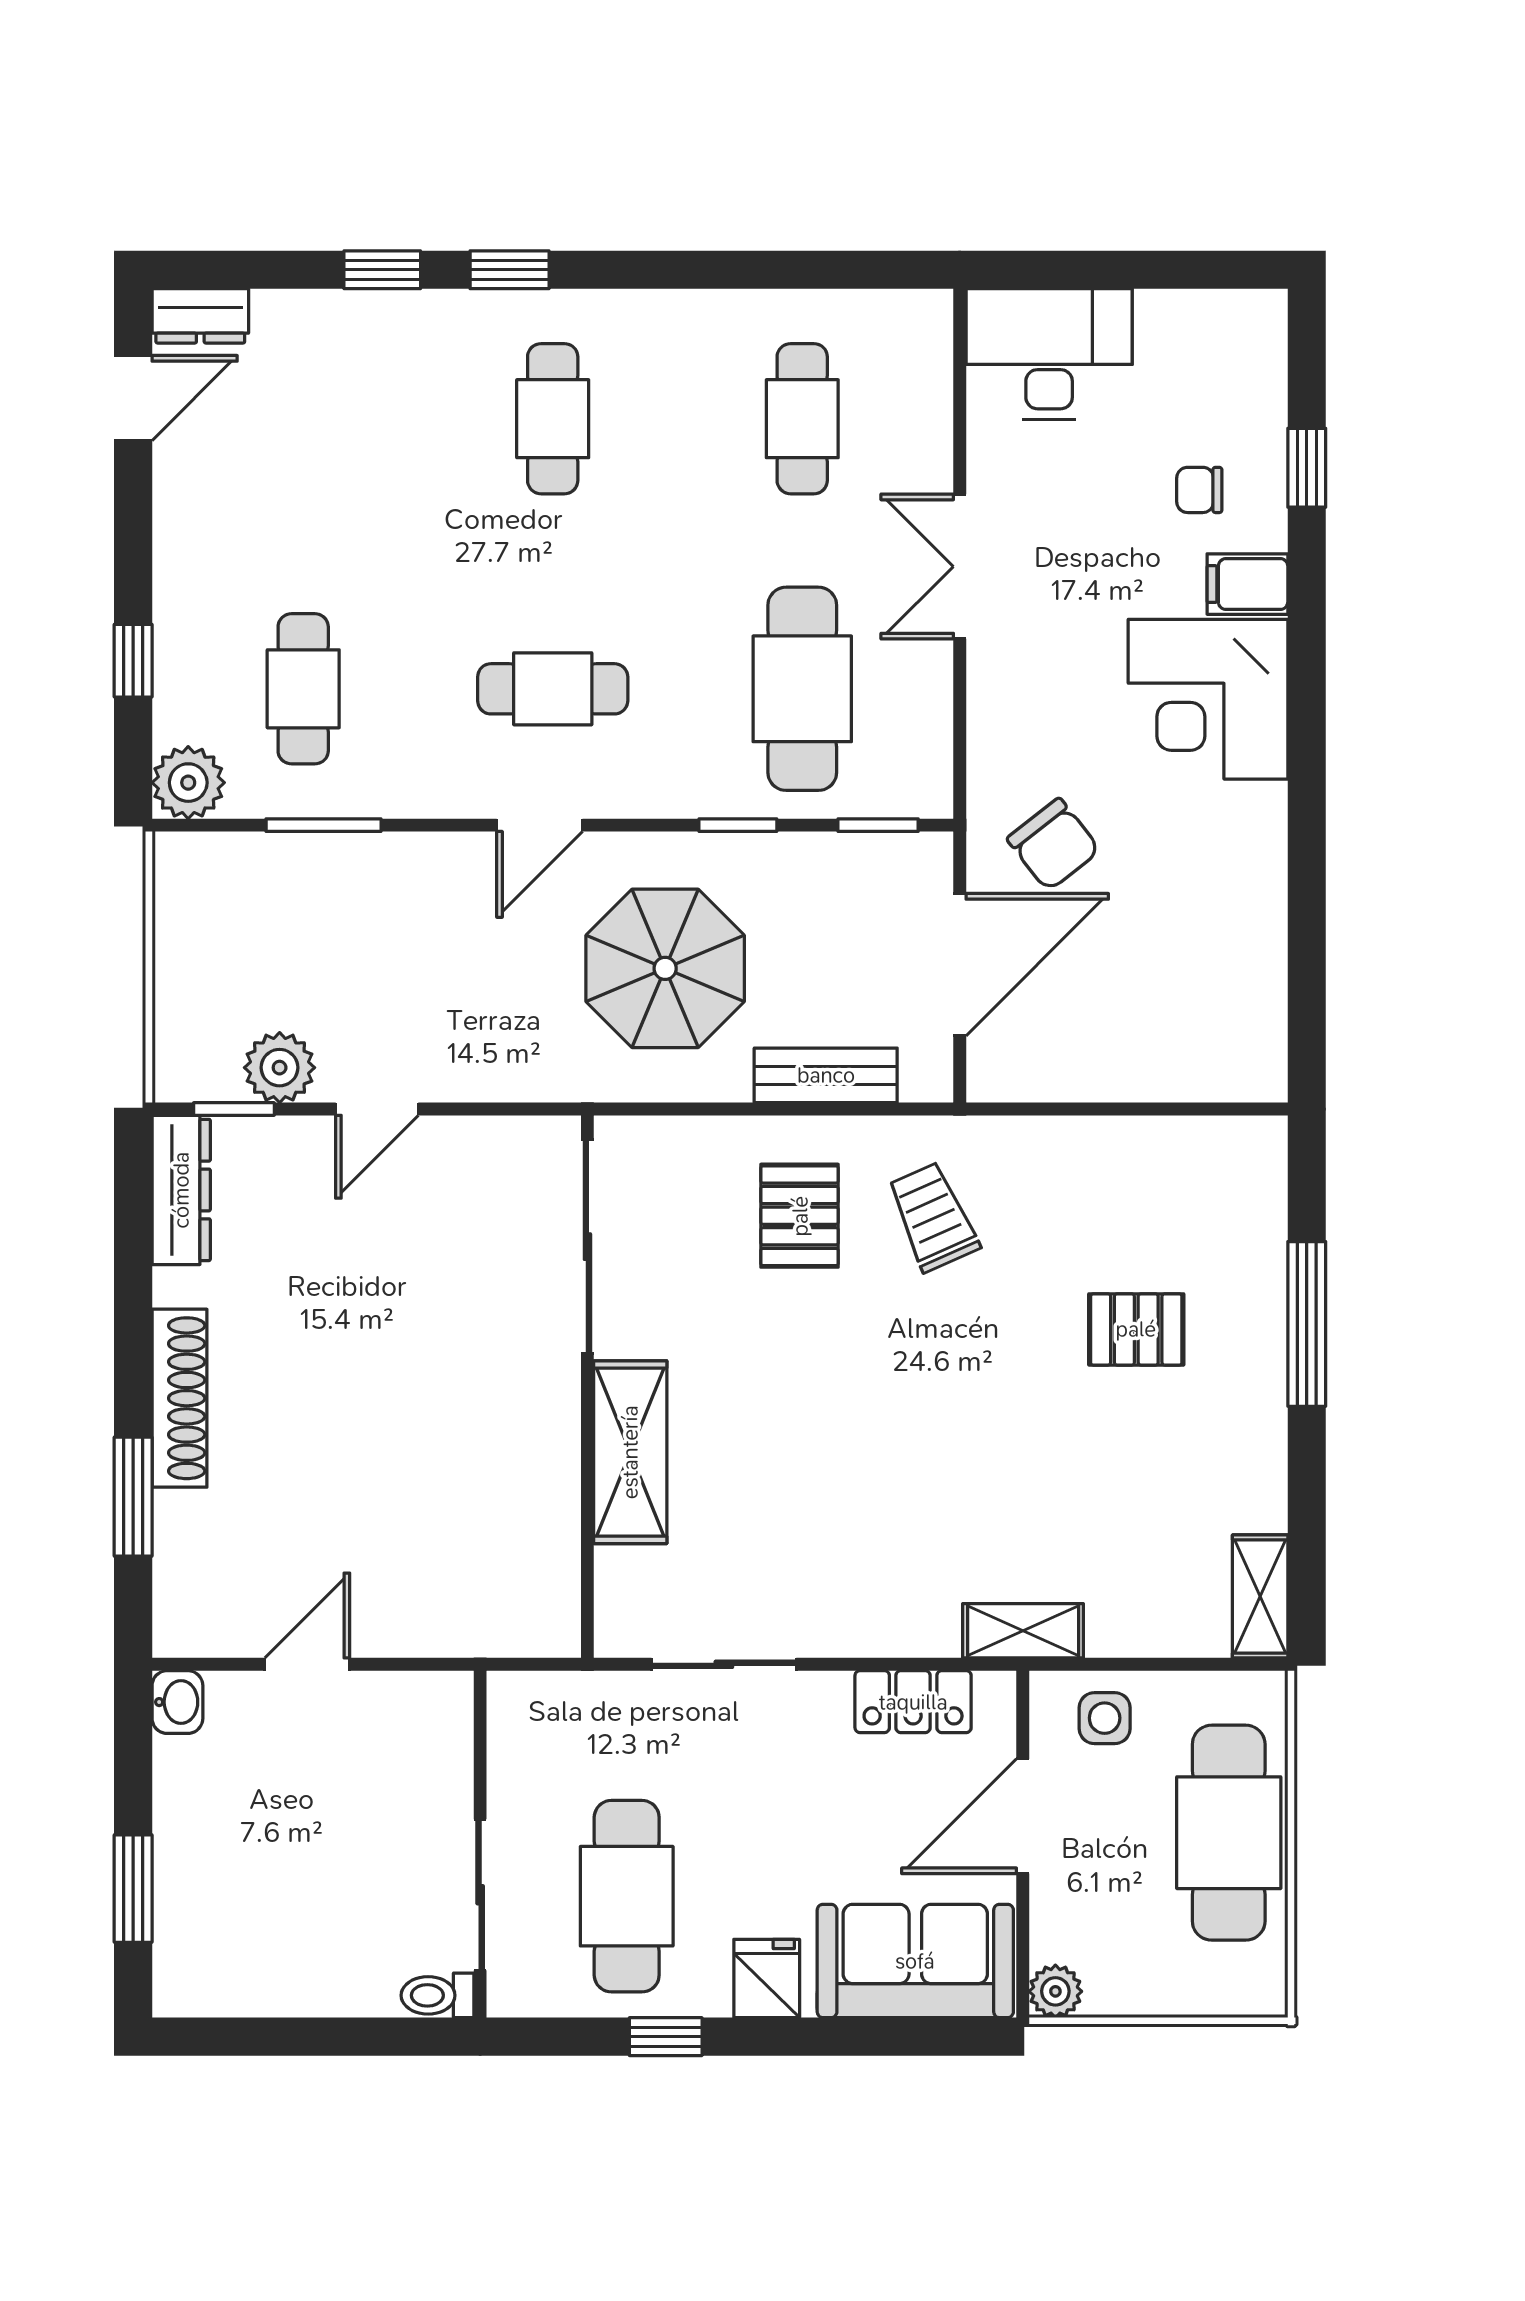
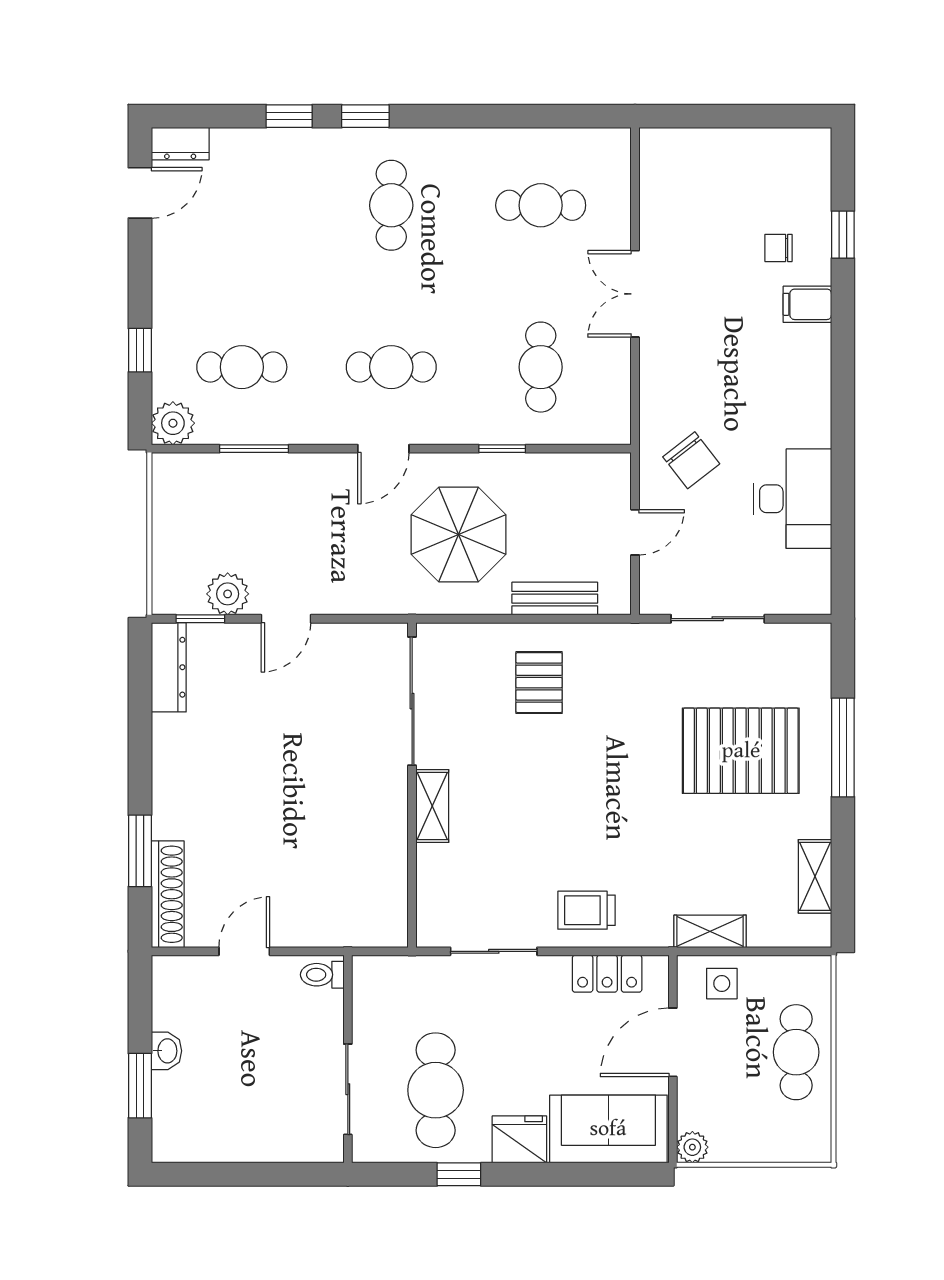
desk: (1049, 354) -> (792, 499), moved, turned 90
cafe table: (802, 419) -> (541, 205), turned 90
cafe table: (303, 689) -> (242, 367), turned 90
cafe table: (802, 689) -> (541, 367), width x0.73, depth x0.74
corner desk: (1208, 699) -> (784, 373), removed
window: (878, 825) -> (586, 449), removed
door: (960, 965) -> (635, 532), width x0.53
sliding door: (1098, 1109) -> (718, 619), added
trolley: (933, 1217) -> (586, 910), moved, turned -66
pallet: (1136, 1329) -> (741, 751), width x2.05, depth x2.00
shoe rack: (180, 1398) -> (168, 894), moved
shelving: (630, 1452) -> (432, 806), width x0.67, depth x0.75
shelving: (1260, 1596) -> (815, 876), moved
shelving: (1023, 1631) -> (710, 931), moved
washbasin: (177, 1702) -> (166, 1051), moved
cafe table: (1229, 1833) -> (796, 1052), width x0.73, depth x0.74
fridge: (767, 1978) -> (519, 1139), width x1.38
toilet: (437, 1995) -> (322, 975), moved

